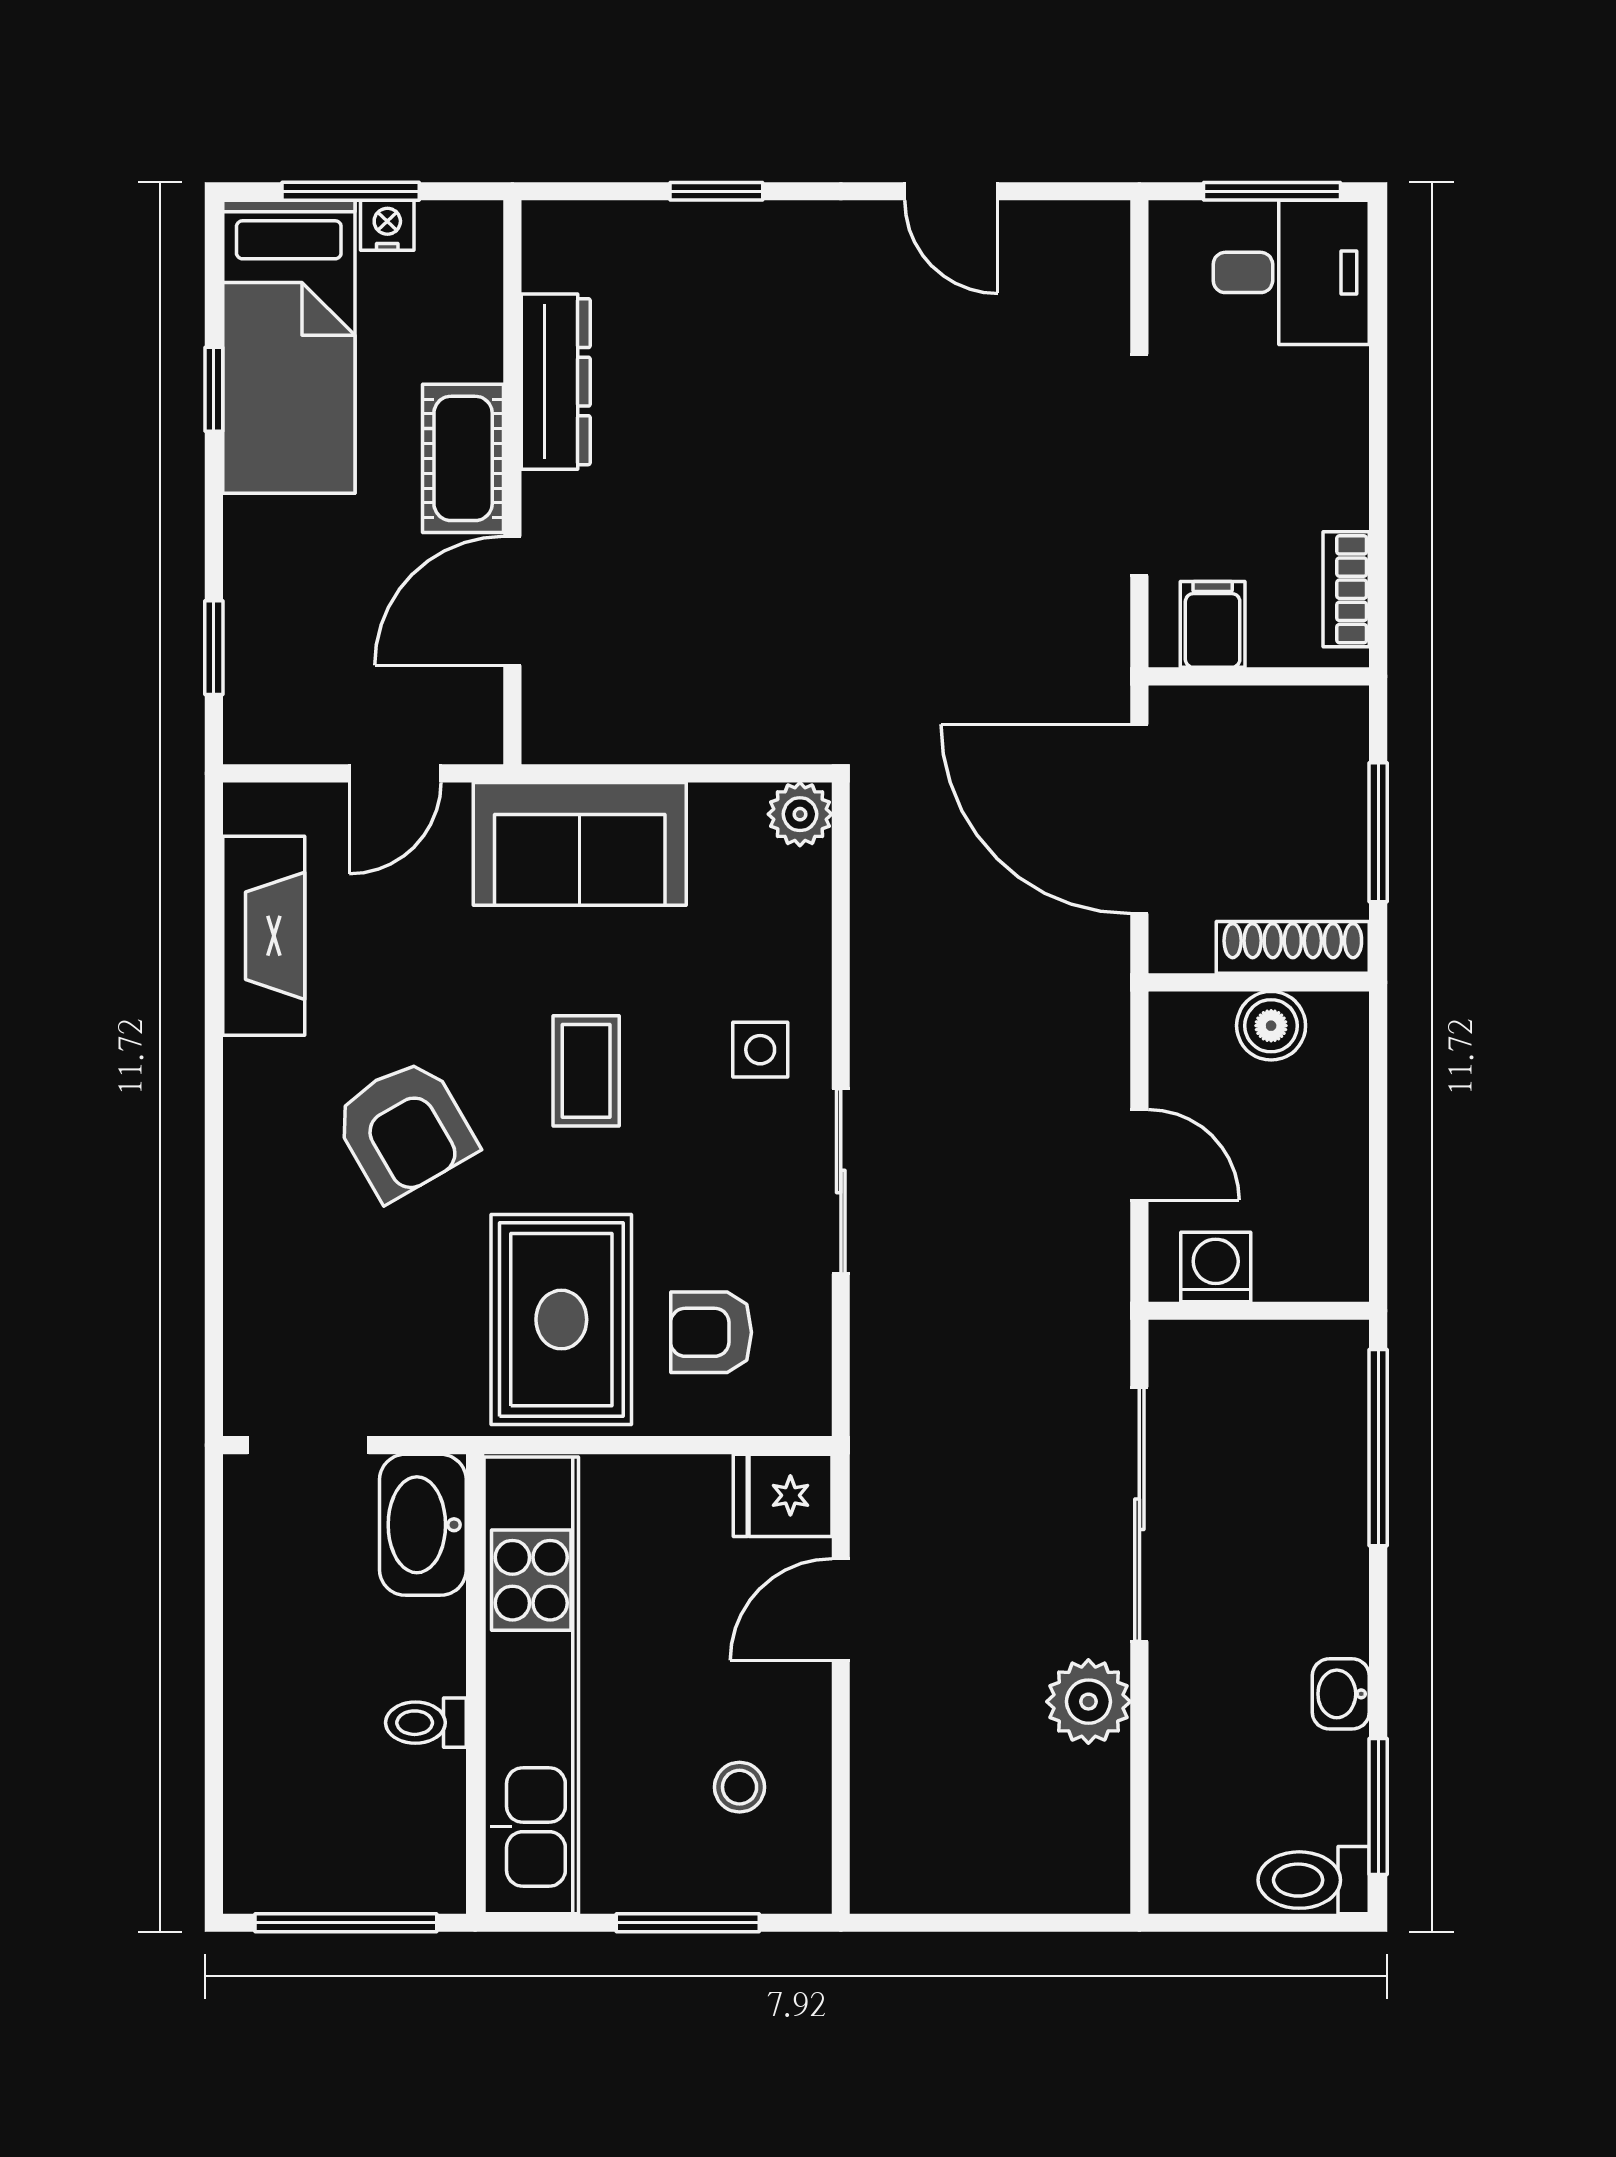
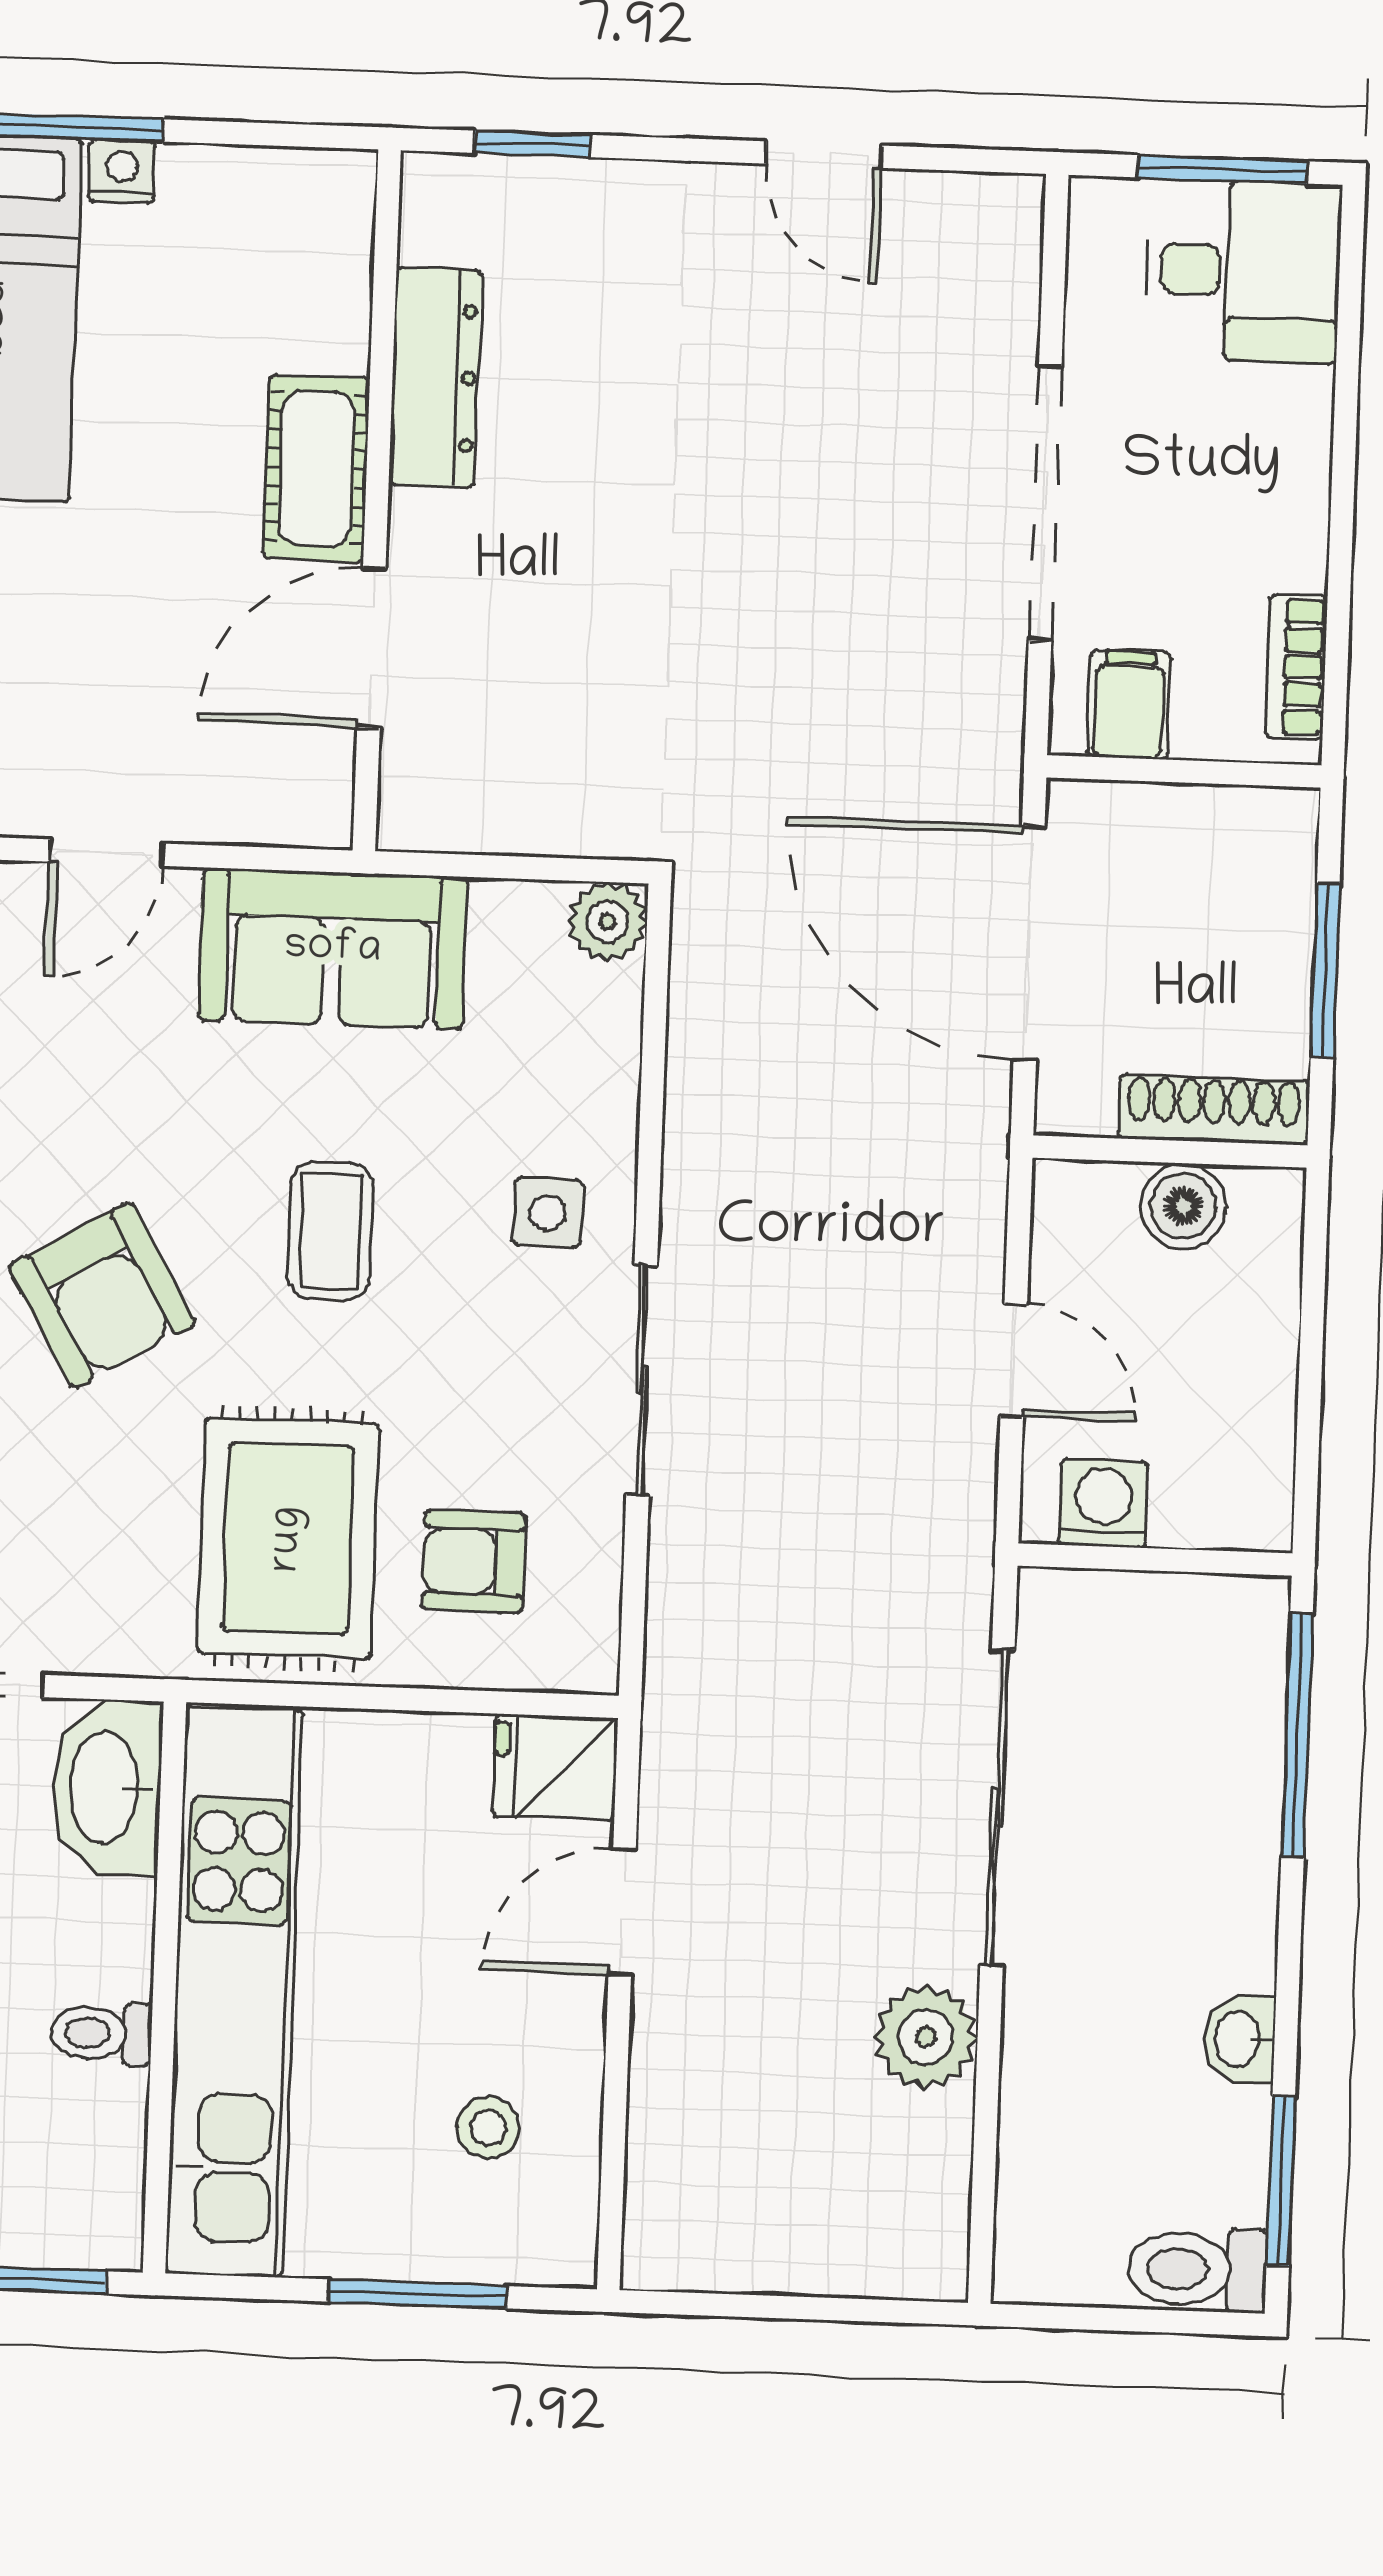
dresser: (556, 382) -> (435, 377), moved
cot: (463, 458) -> (317, 468), moved
wall: (512, 482) -> (377, 500), moved
door: (512, 601) -> (371, 648), moved

